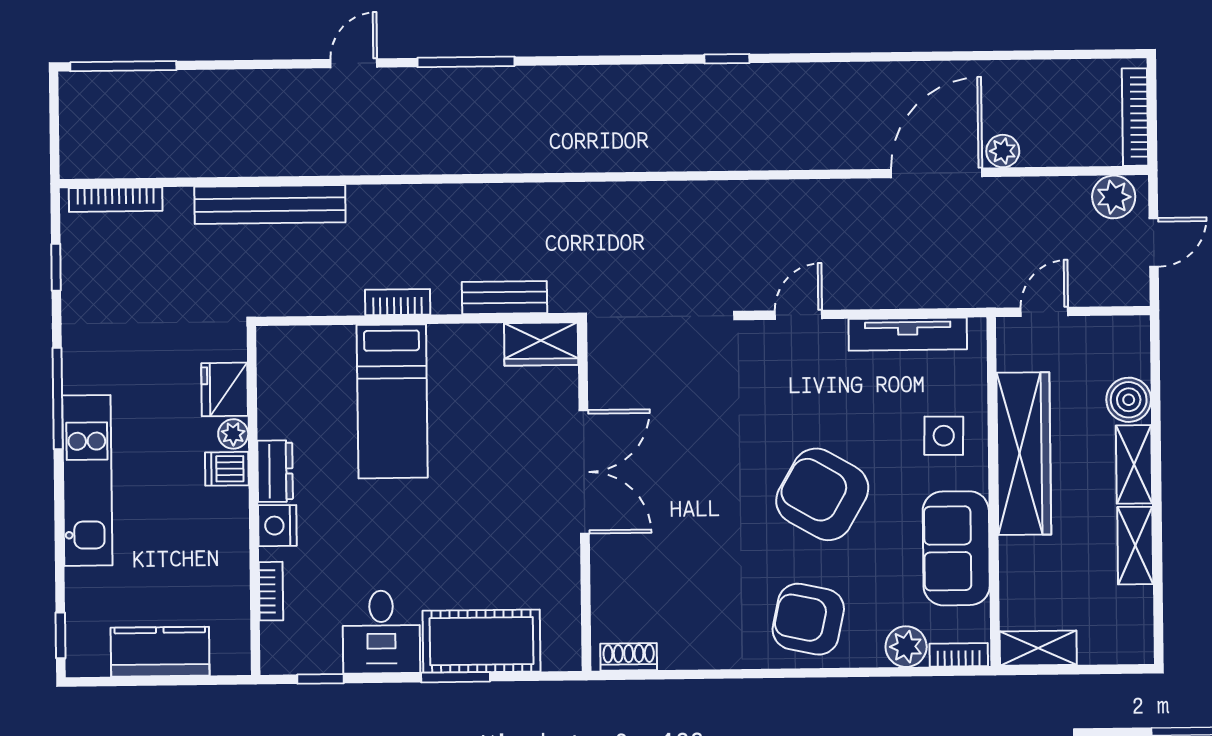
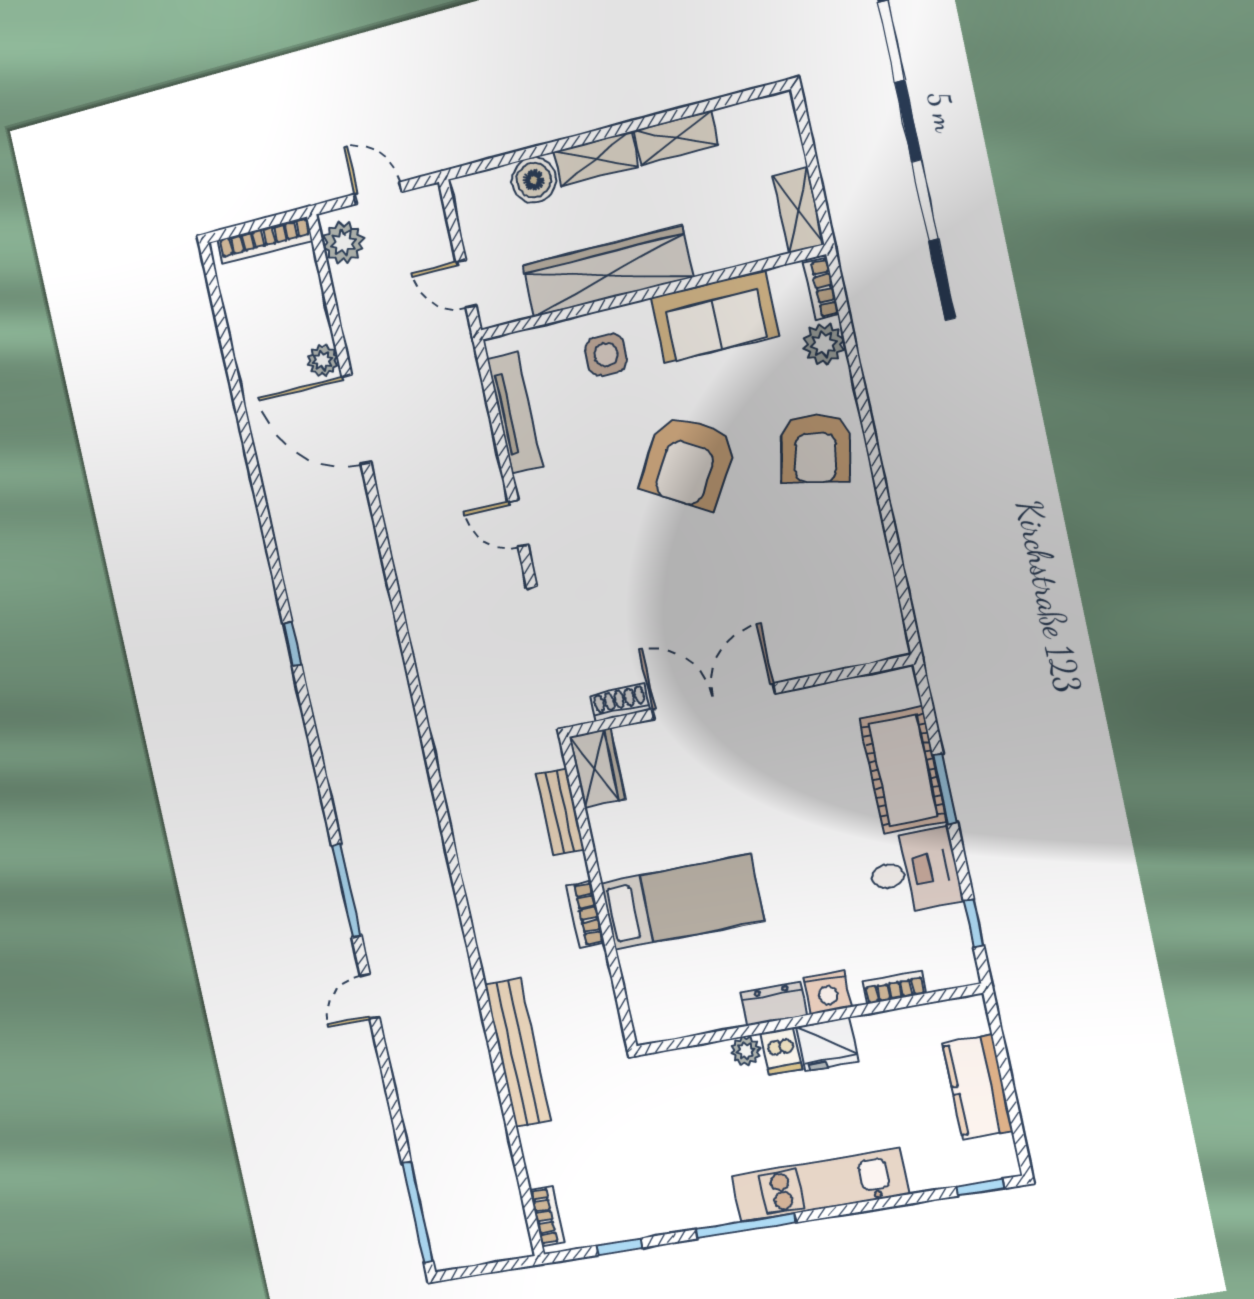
door: (354, 63) -> (370, 996), hinge flipped
bookcase: (116, 200) -> (547, 1216), width x0.64
fridge: (225, 389) -> (827, 1044), moved
shoe rack: (629, 657) -> (620, 703), moved, turned 90

